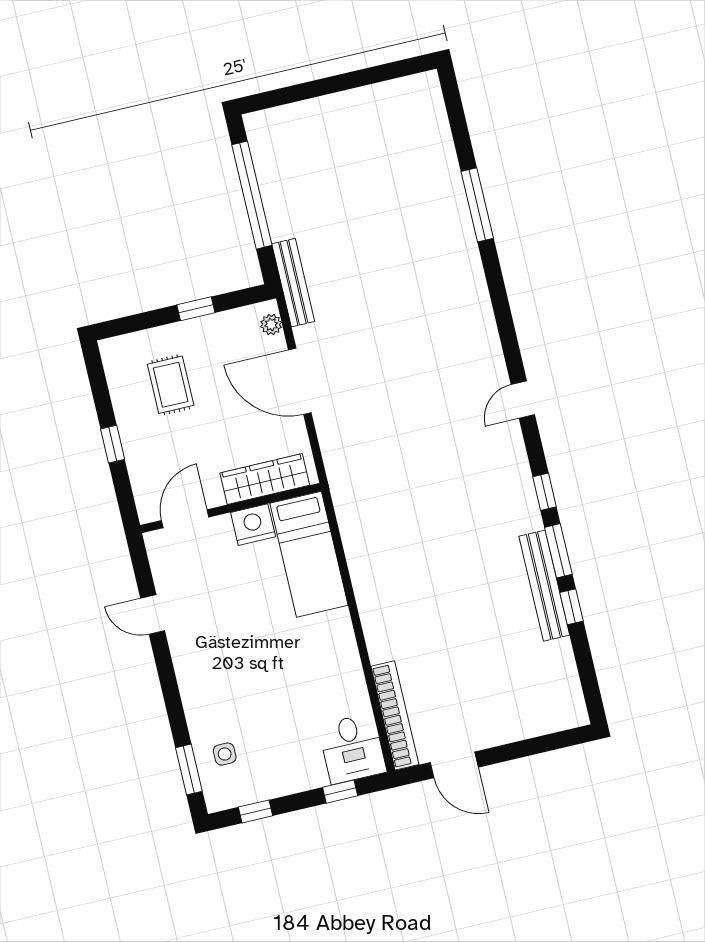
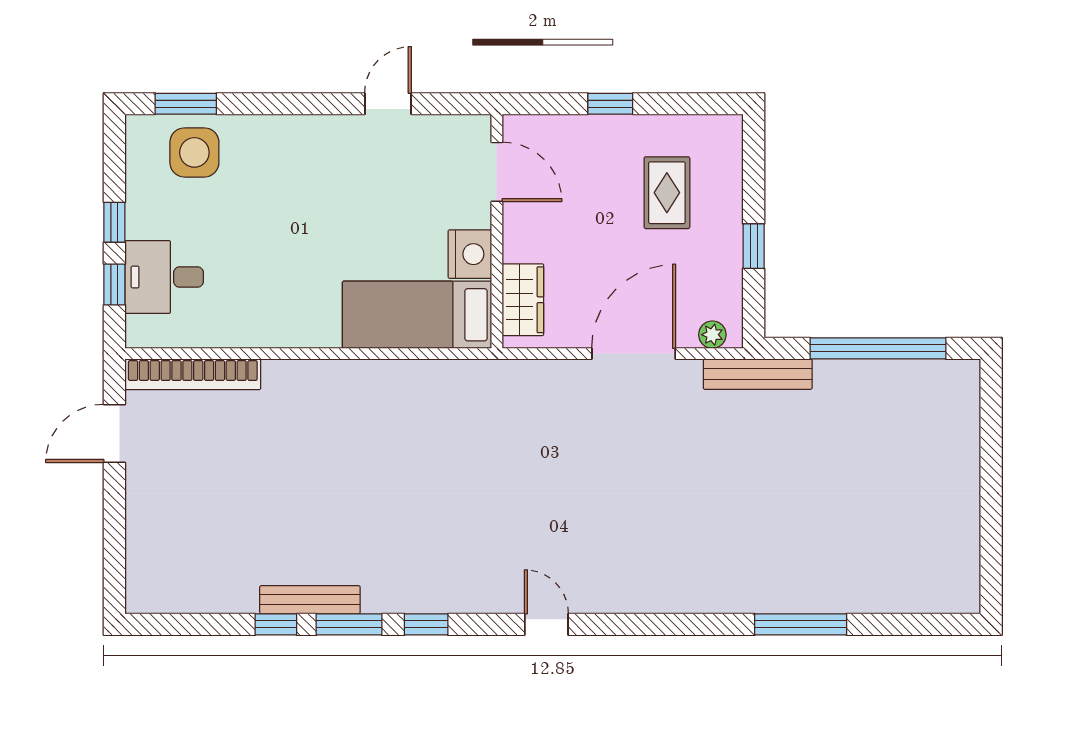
rug: (171, 385) -> (667, 193), turned 90
wardrobe: (265, 479) -> (523, 300), width x0.67
bench: (544, 586) -> (310, 600), width x0.73, depth x0.82
desk: (352, 749) -> (164, 277), moved
side table: (225, 754) -> (194, 152), width x1.87, depth x1.87
window: (256, 811) -> (114, 222), moved

